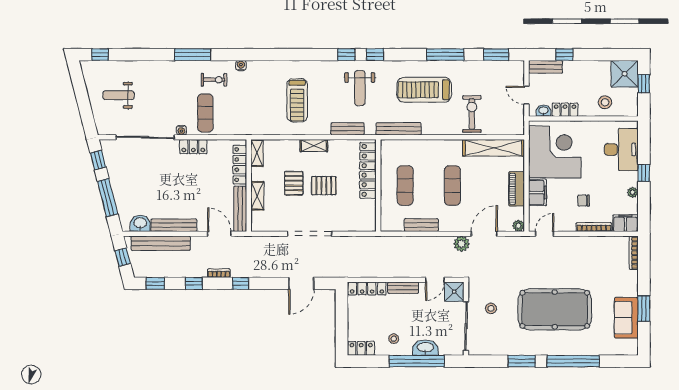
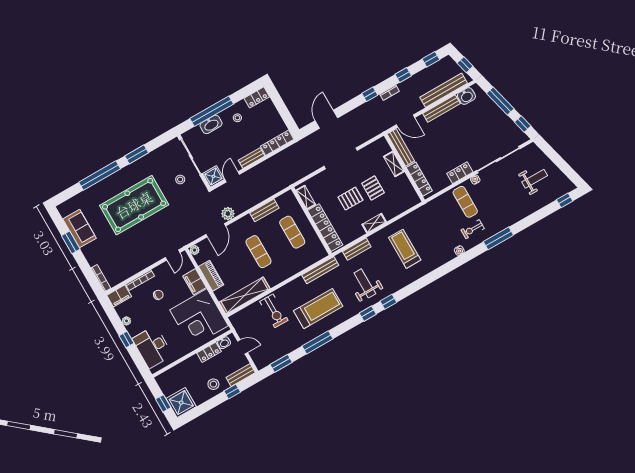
stool: (605, 102) -> (213, 384), moved
shelving: (257, 153) -> (306, 197), moved

